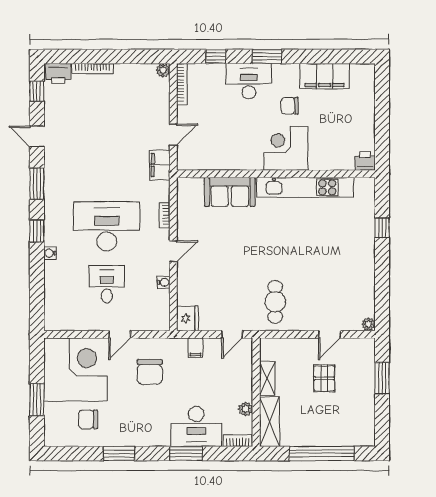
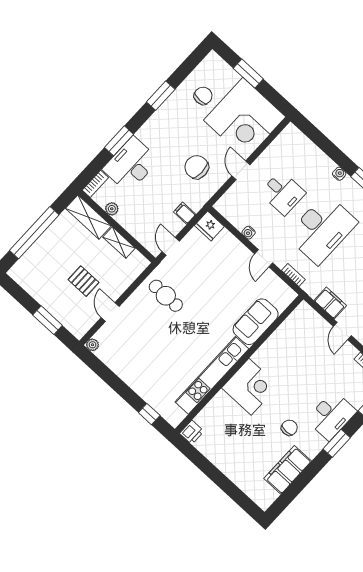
corner desk: (286, 148) -> (250, 387), moved
printer: (365, 161) -> (192, 432), moved
wall: (276, 174) -> (239, 364), moved
kitchen unit: (305, 187) -> (212, 375), moved
sofa: (230, 192) -> (256, 322), moved

